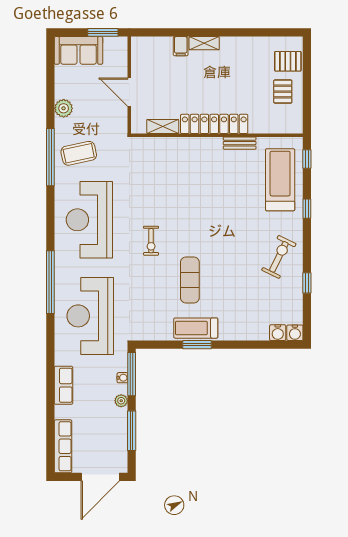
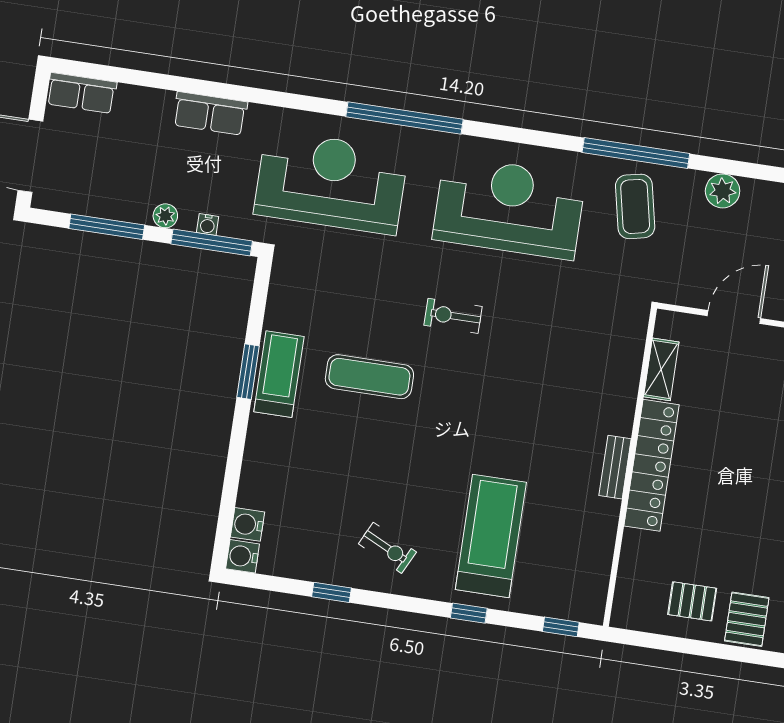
bench: (240, 143) -> (615, 467), moved
treadmill: (280, 180) -> (491, 536), moved, turned -90
exercise bike: (279, 257) -> (387, 548), width x0.73, depth x0.72
row of seats: (63, 446) -> (81, 93), width x0.68

